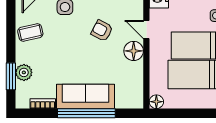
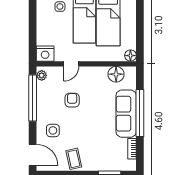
armchair: (102, 31) -> (72, 100), turned 152
floor lamp: (134, 51) -> (116, 74), moved
plant: (24, 72) -> (107, 164), removed

